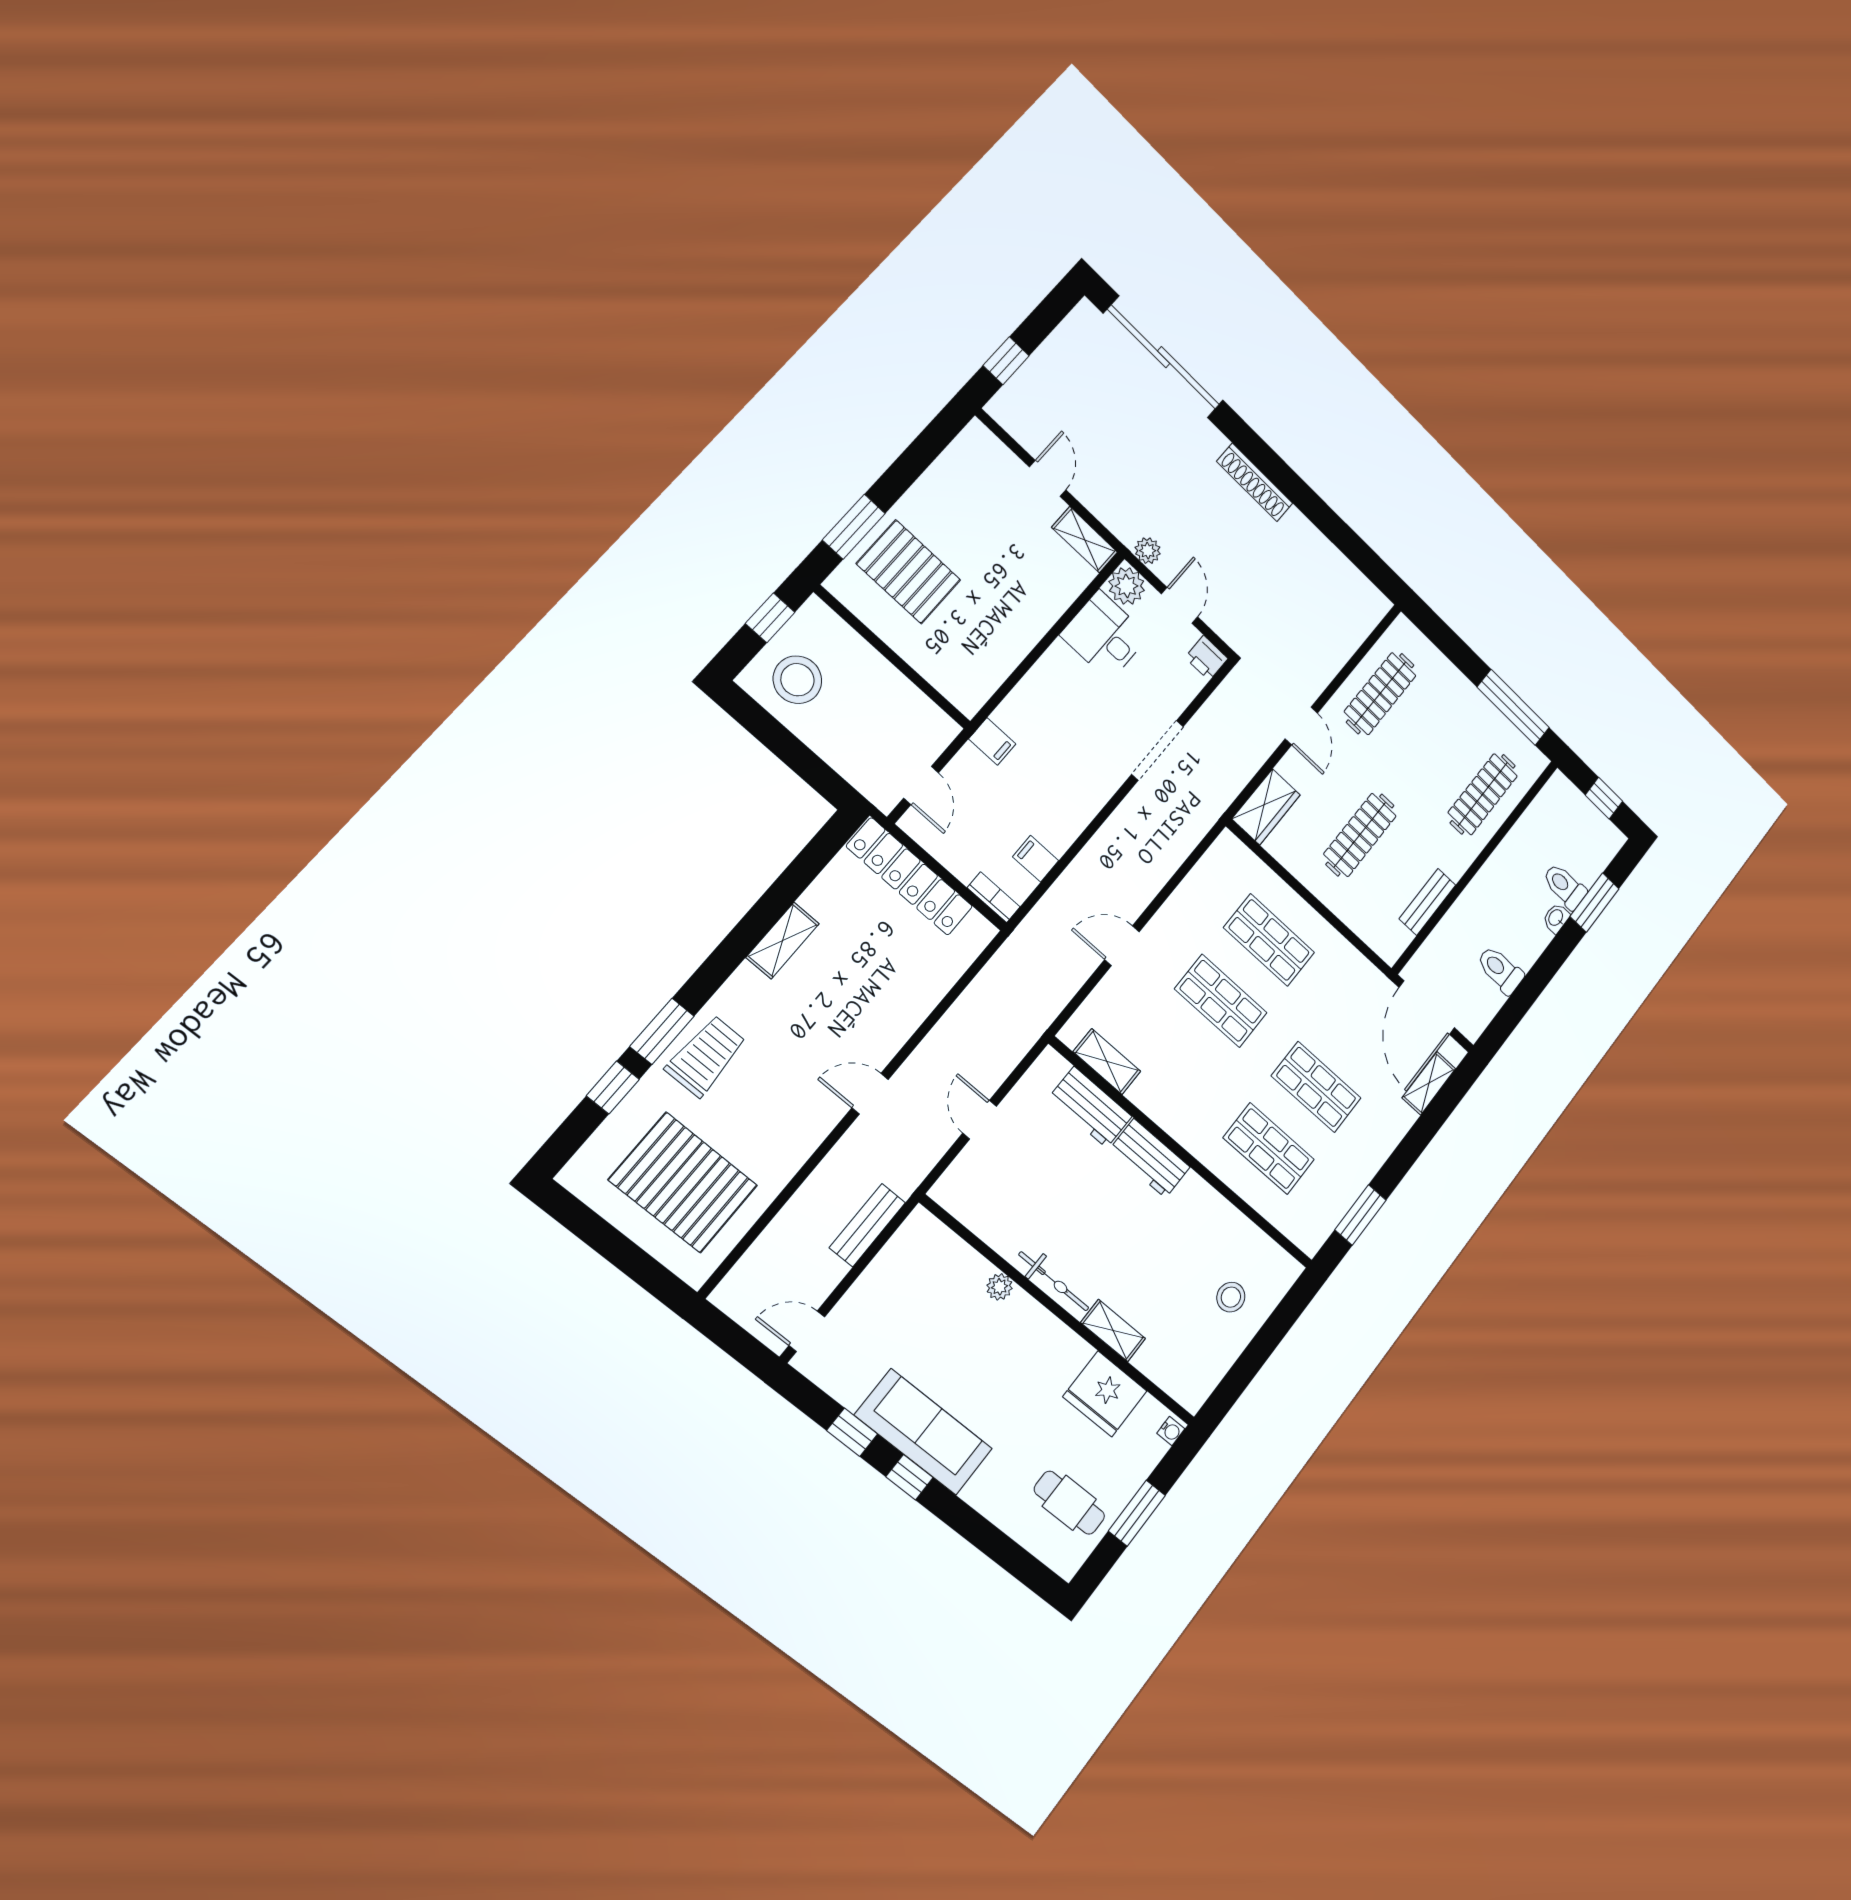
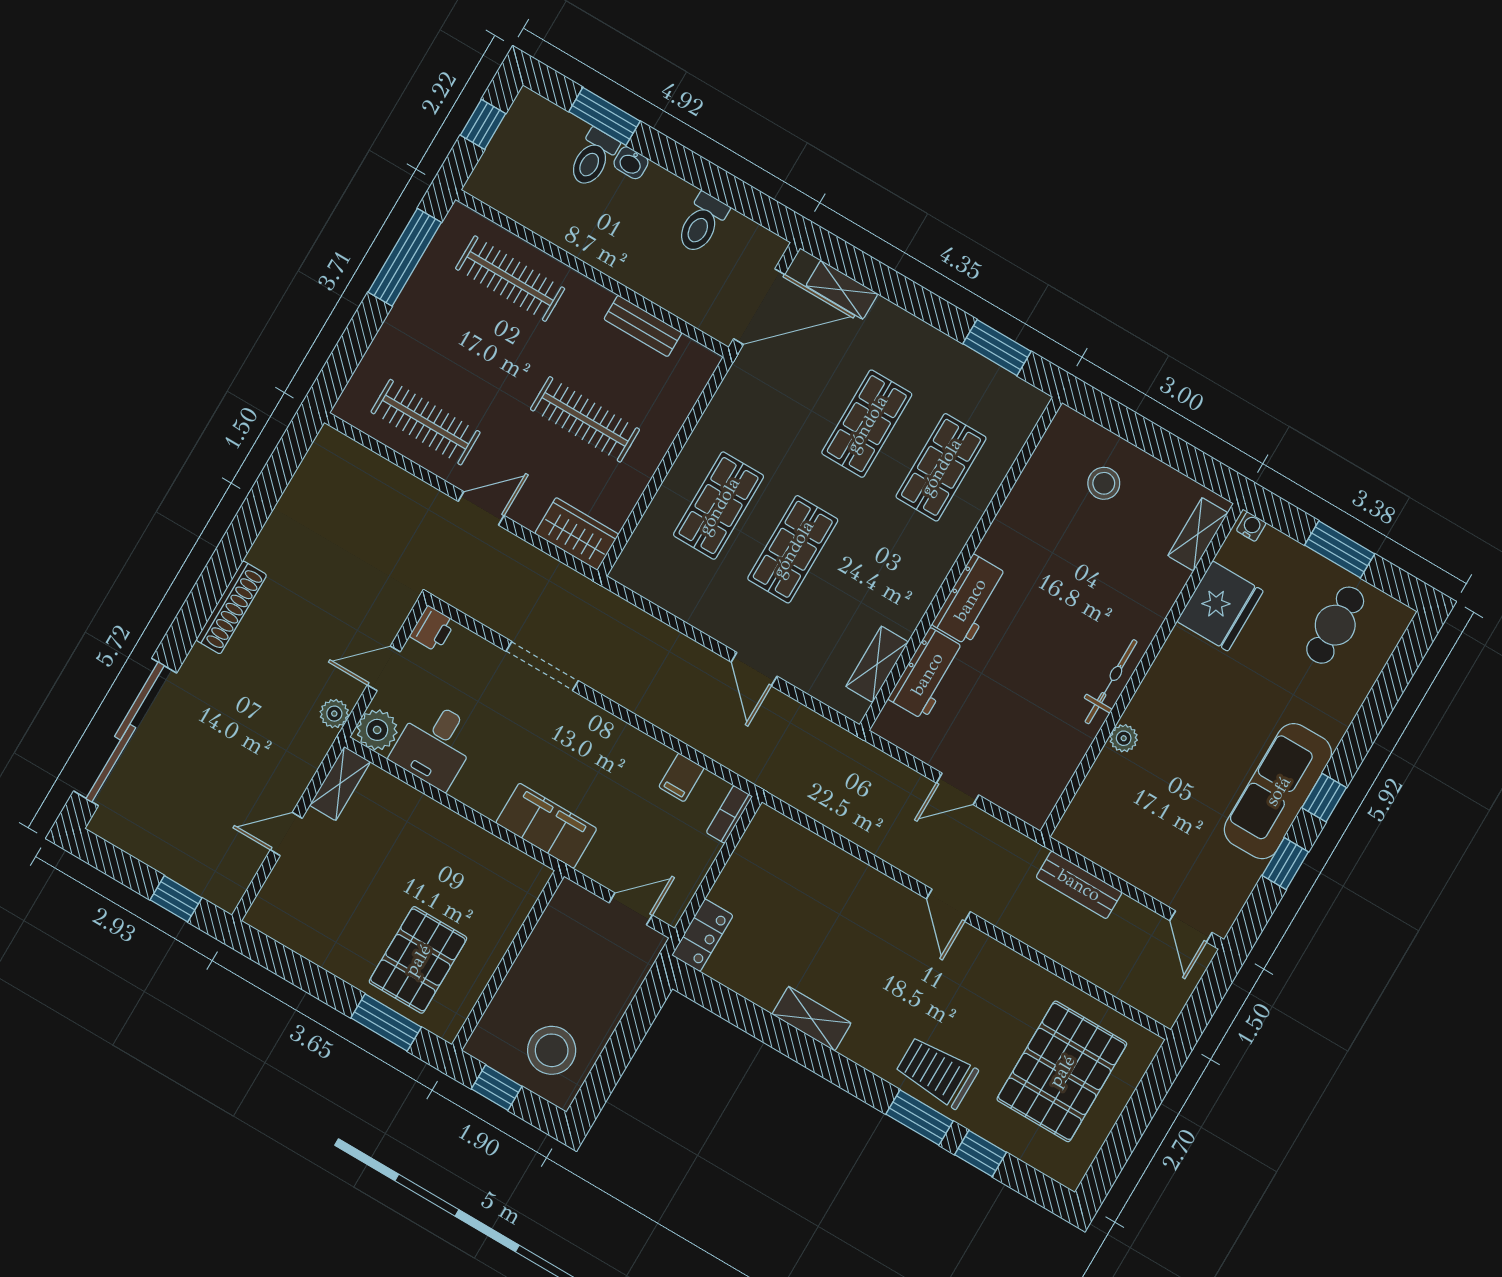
filing cabinet: (992, 741) -> (546, 826), width x3.00, depth x1.17
locker: (910, 877) -> (702, 935), width x0.46, depth x0.83
shelving: (1113, 1330) -> (1198, 534), moved

